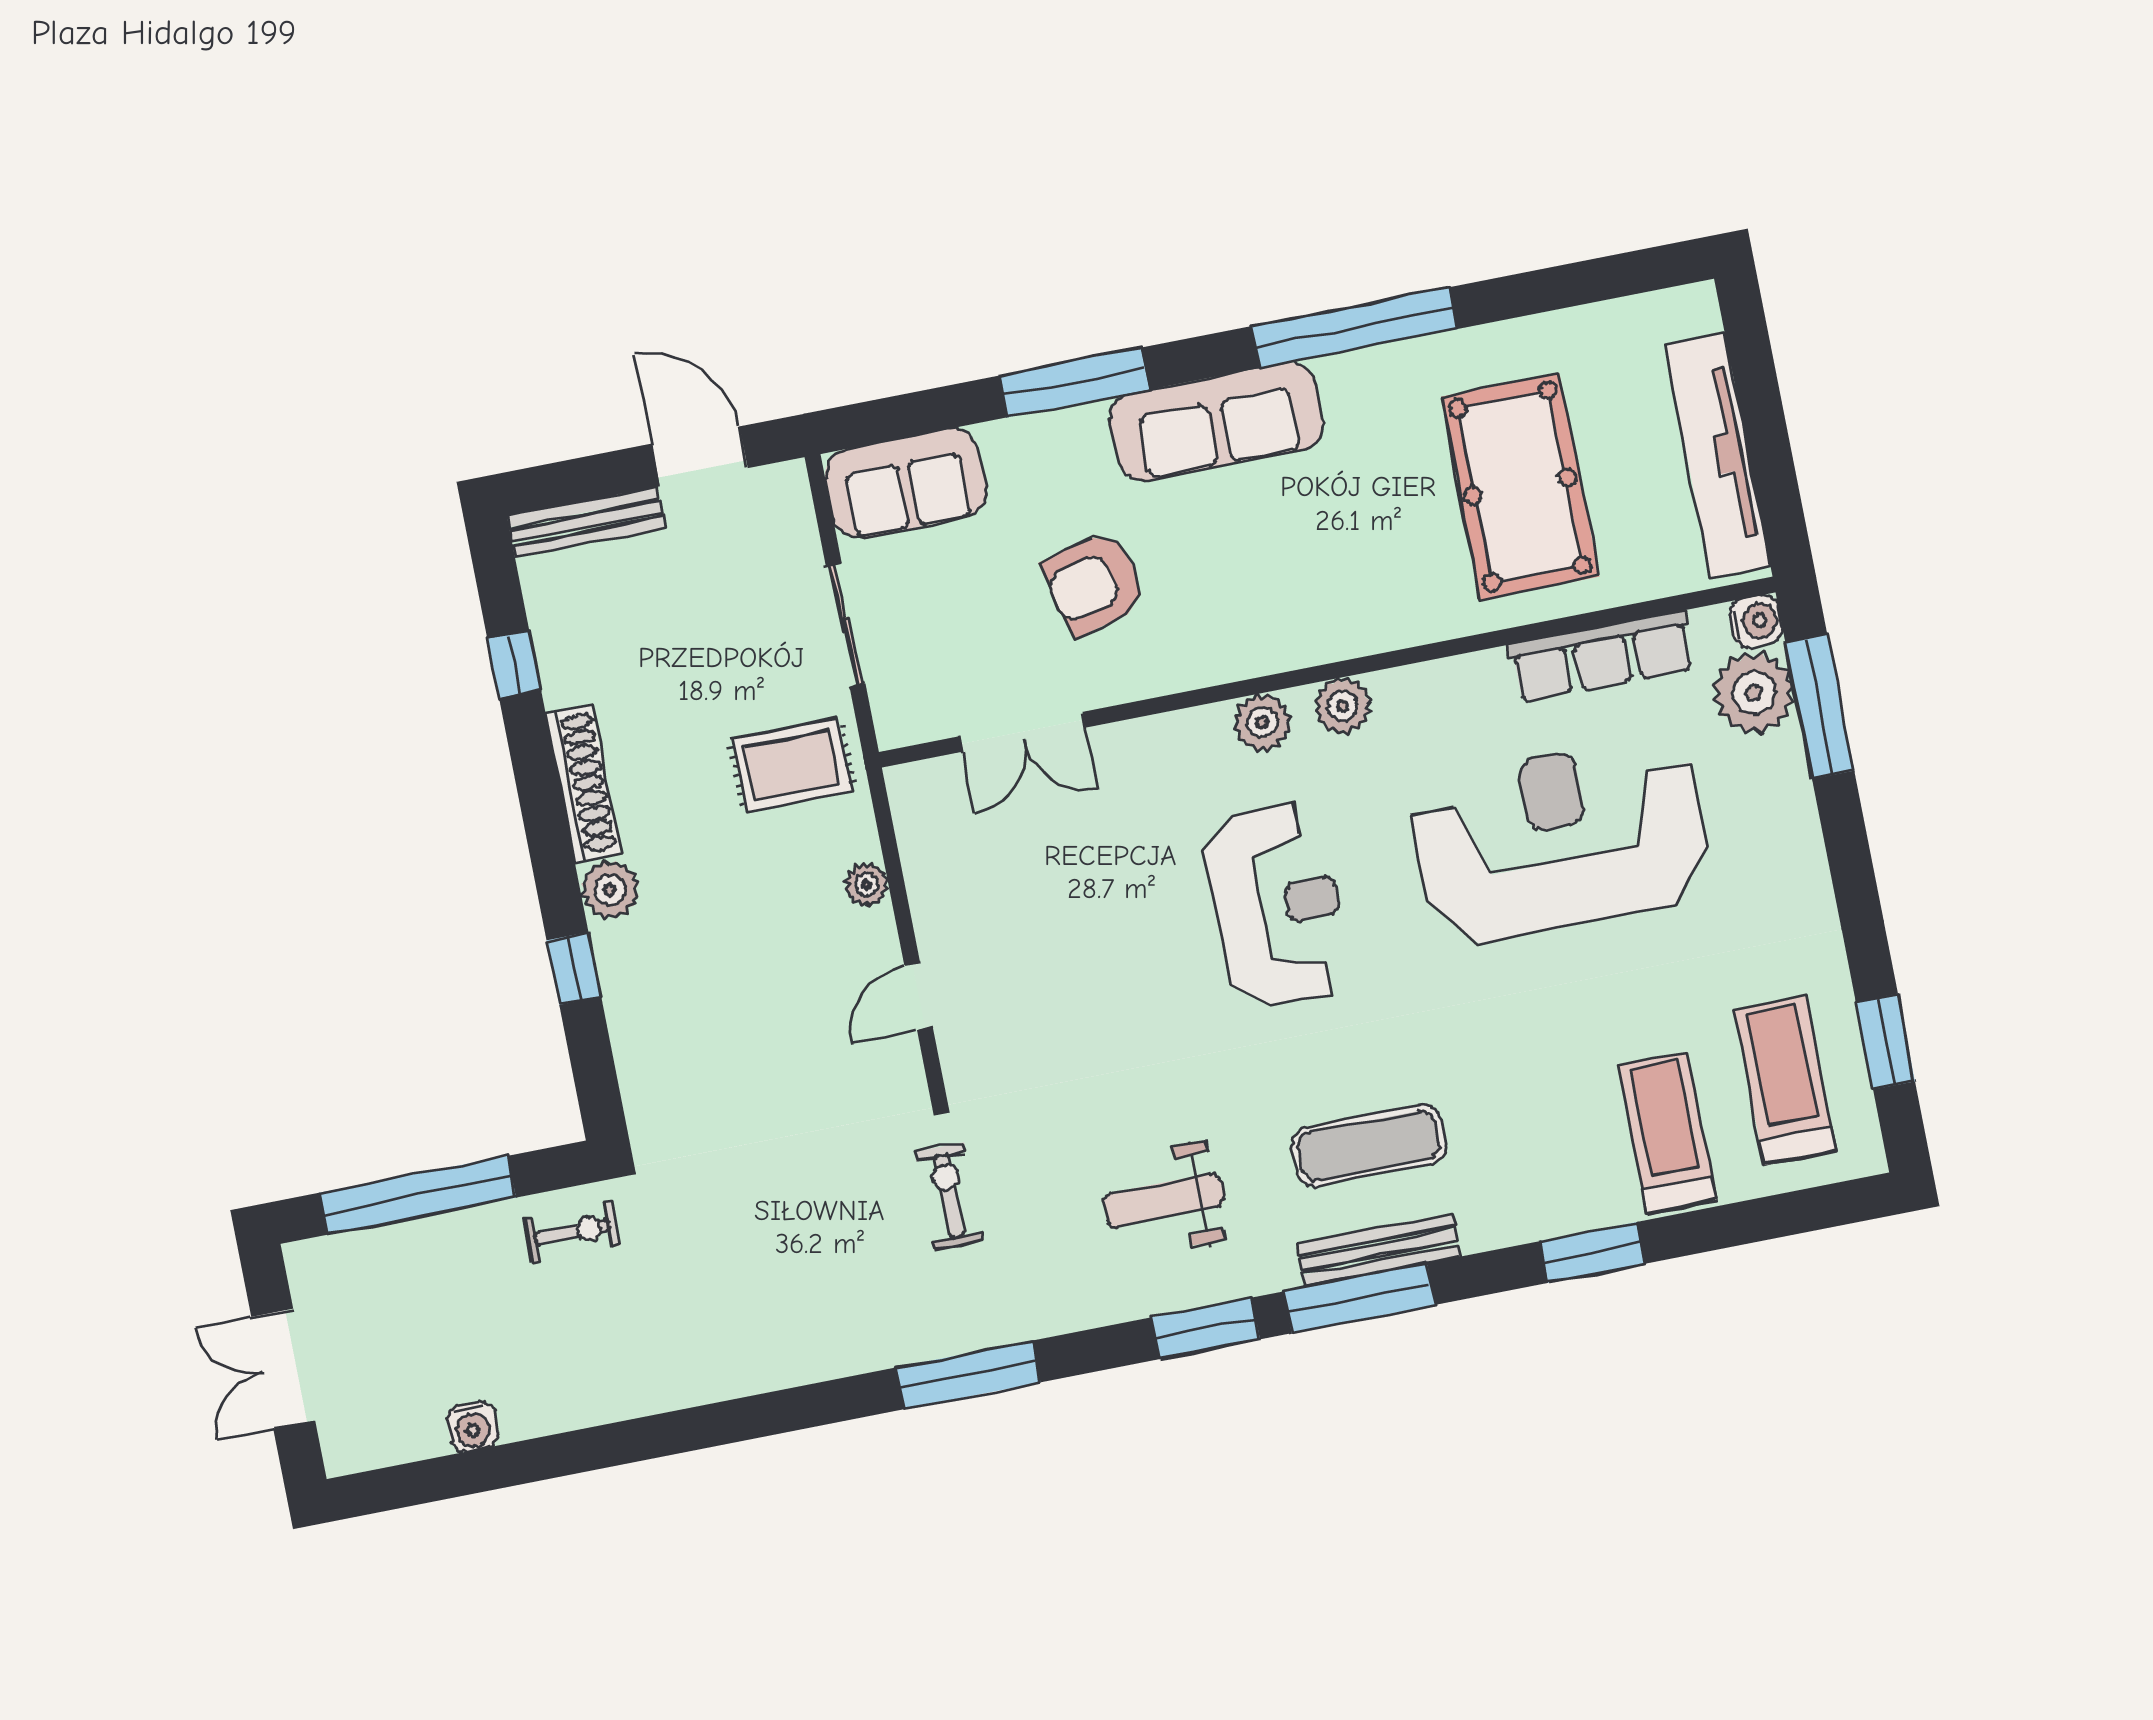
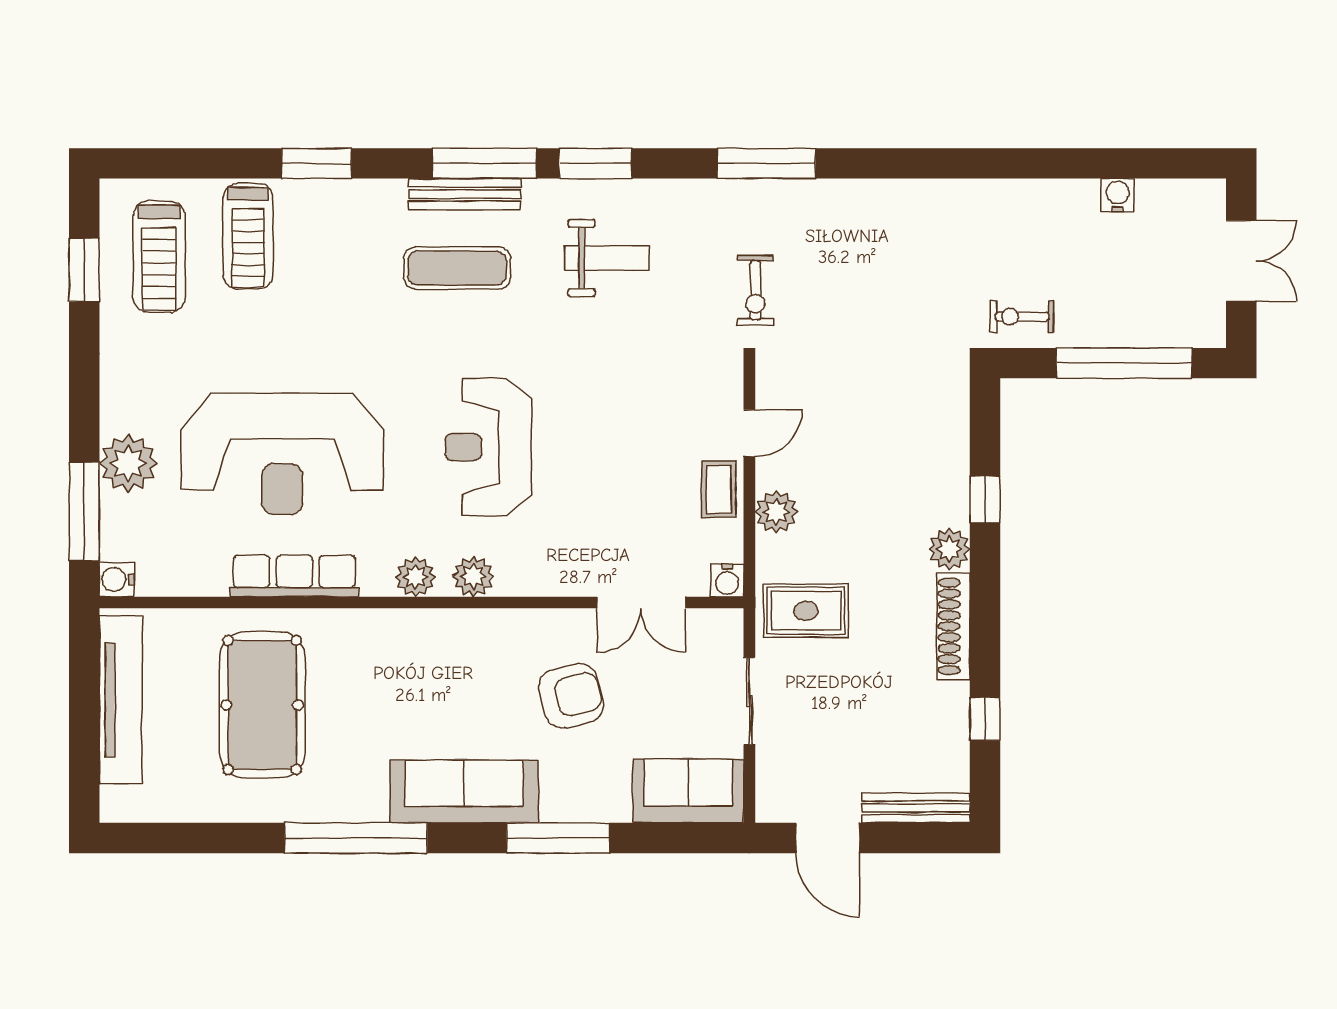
row of seats: (1601, 656) -> (294, 576), moved
plant: (1754, 693) -> (128, 463), moved
double door: (1023, 732) -> (641, 602), swing flipped
water cooler: (909, 786) -> (727, 580), added
plant: (866, 885) -> (776, 512), width x1.38, depth x1.38
coffee table: (946, 910) -> (719, 489), added

